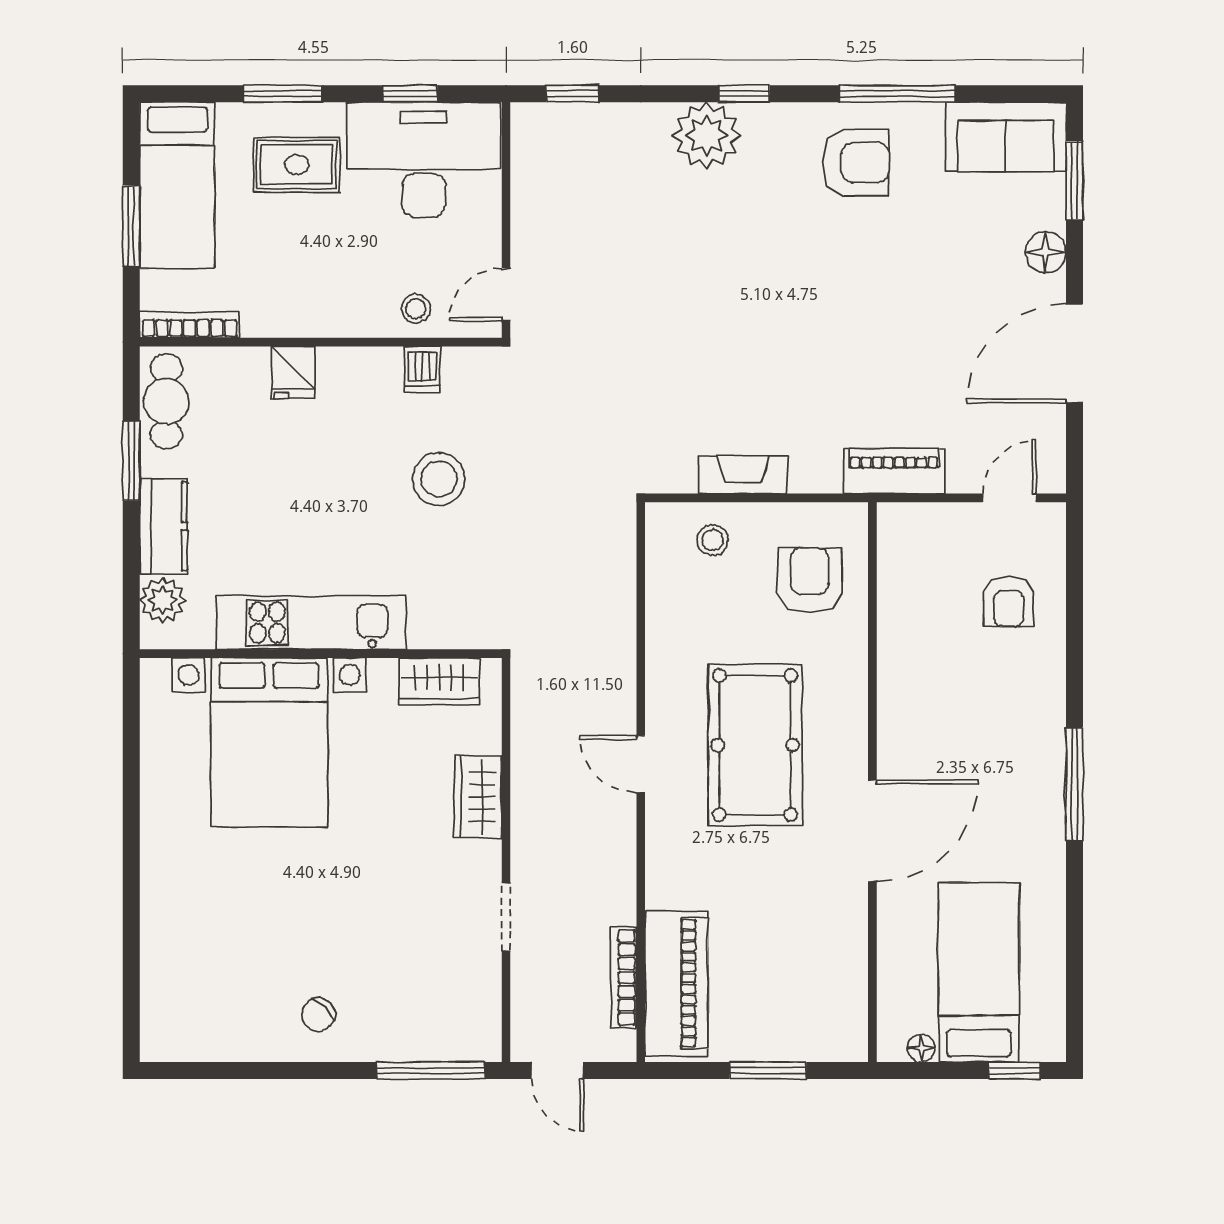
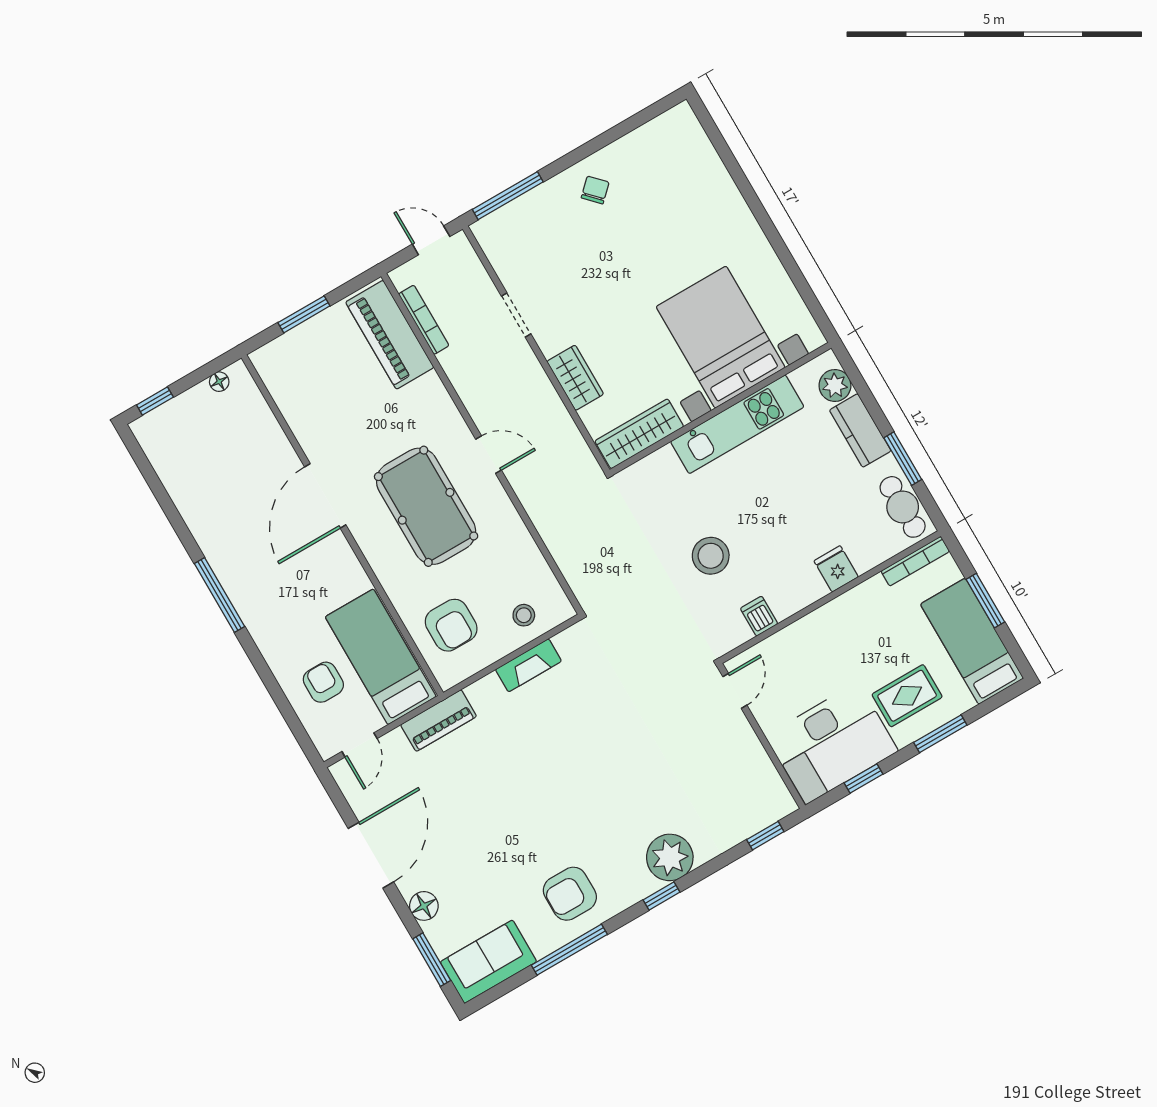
stool: (416, 309) -> (784, 651), removed
wardrobe: (439, 681) -> (639, 434), width x1.50
bed: (979, 972) -> (381, 657), moved, turned 180

